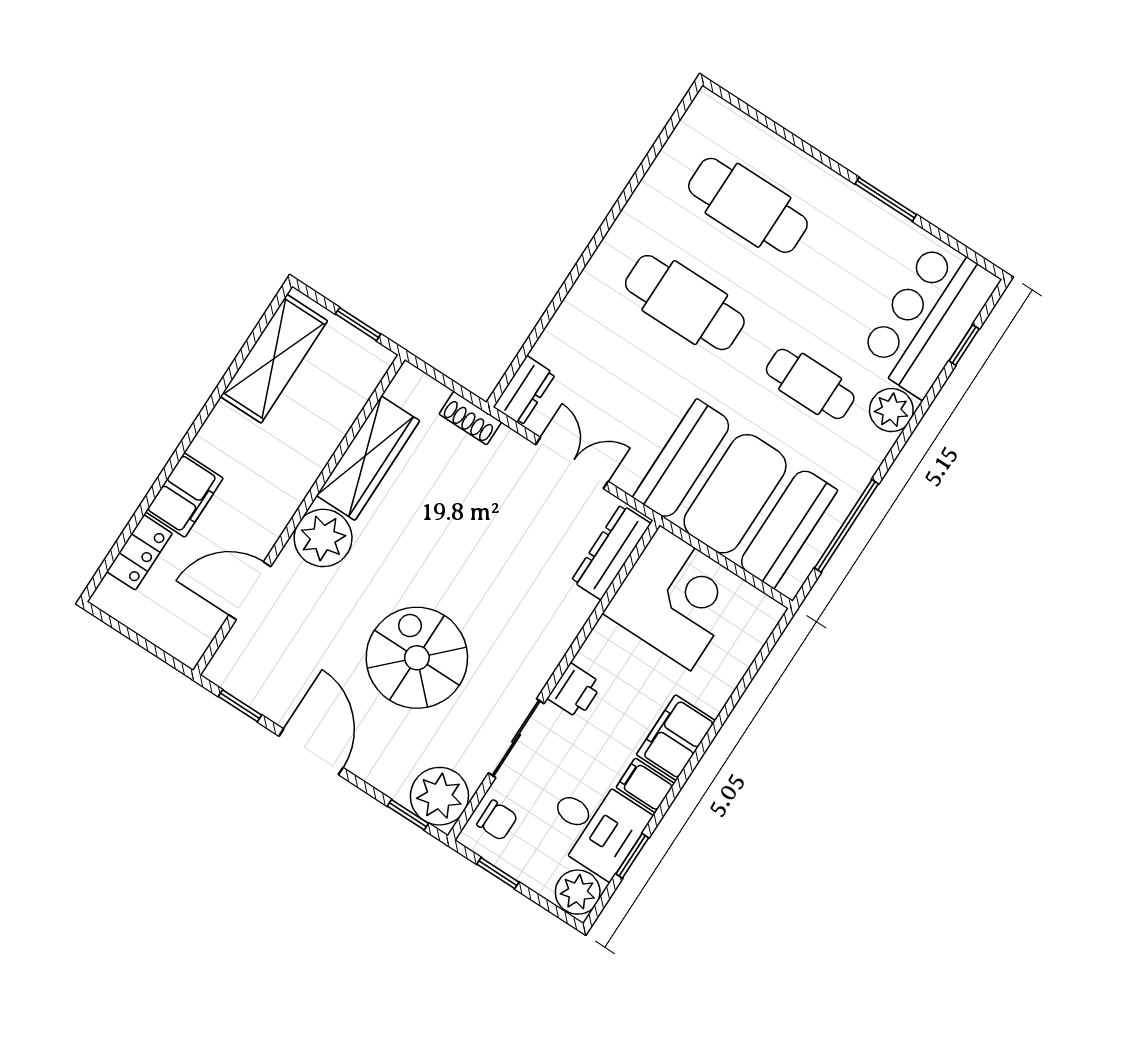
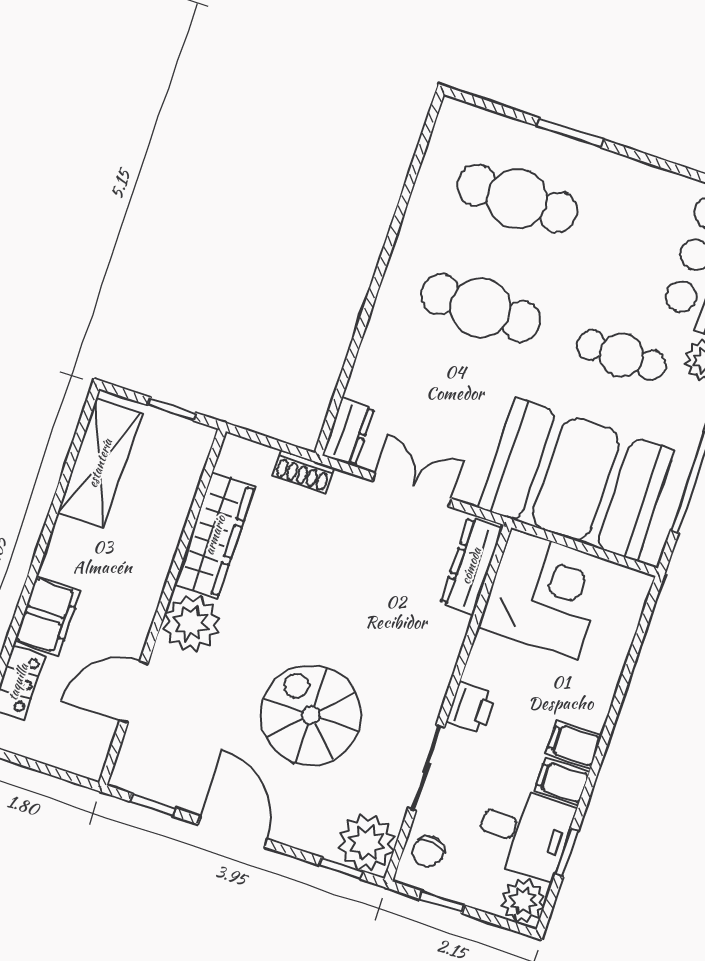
window: (886, 199) -> (570, 133), moved
filing cabinet: (676, 738) -> (574, 745), width x0.50
chair: (497, 820) -> (428, 852), turned 100

